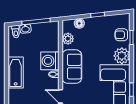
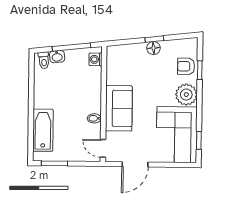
floor lamp: (79, 23) -> (153, 48), moved
plant: (68, 39) -> (114, 71), removed
washing machine: (50, 61) -> (96, 59), moved, width x0.53, depth x0.53
bathtub: (16, 73) -> (43, 130), moved

